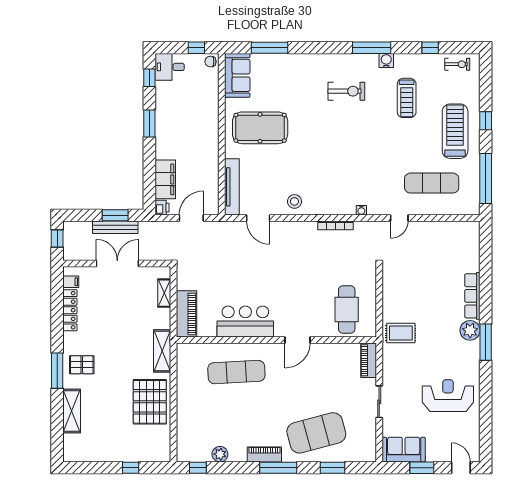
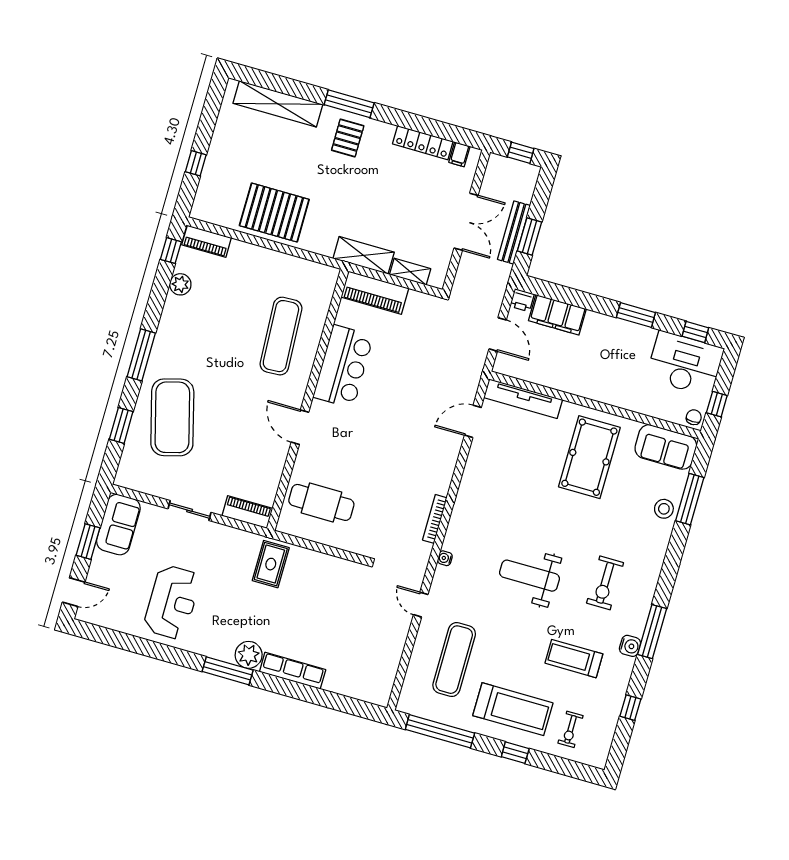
exercise bike: (457, 64) -> (570, 729), moved
desk: (170, 67) -> (685, 364), width x1.87, depth x1.30
weight bench: (357, 146) -> (530, 576), added
stool: (294, 201) -> (664, 509), moved
shelving: (162, 351) -> (364, 255), moved
shelving: (72, 411) -> (278, 104), width x1.47
piano: (264, 454) -> (207, 241), moved, turned 90

